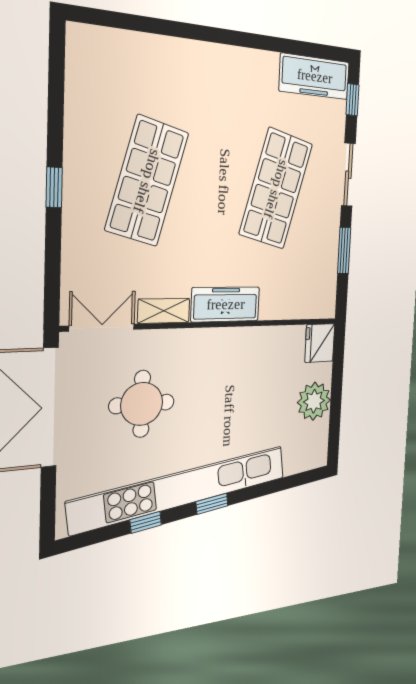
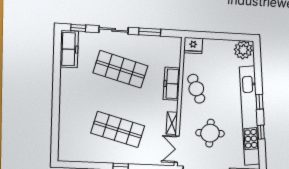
freezer: (226, 304) -> (172, 84), moved
cafe table: (238, 360) -> (196, 89), added
plant: (314, 401) -> (243, 50), moved

